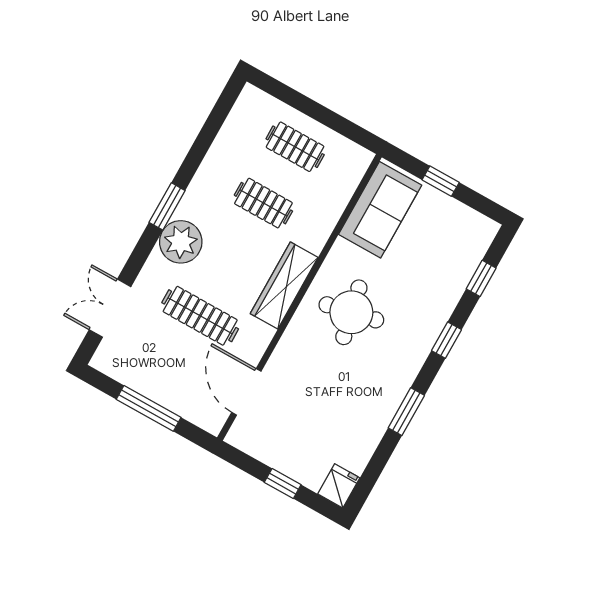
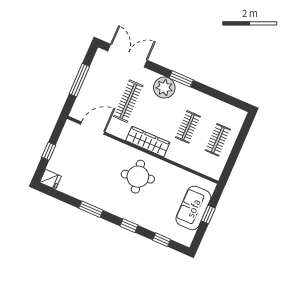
sofa: (380, 210) -> (193, 208), moved, turned 90
double door: (110, 308) -> (127, 56), width x1.37

